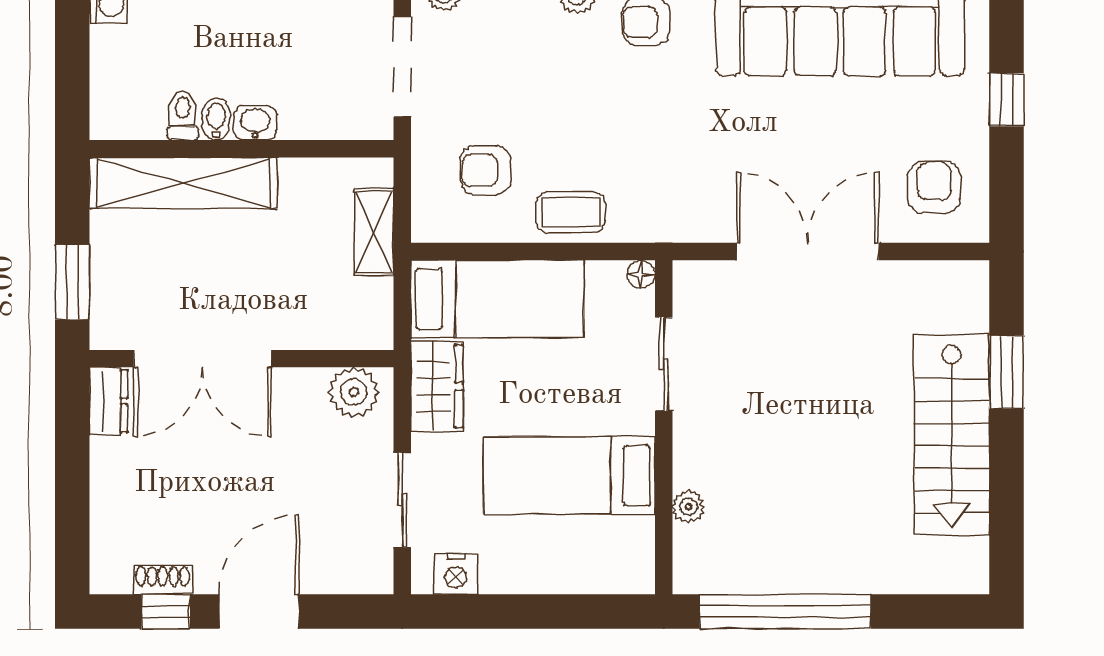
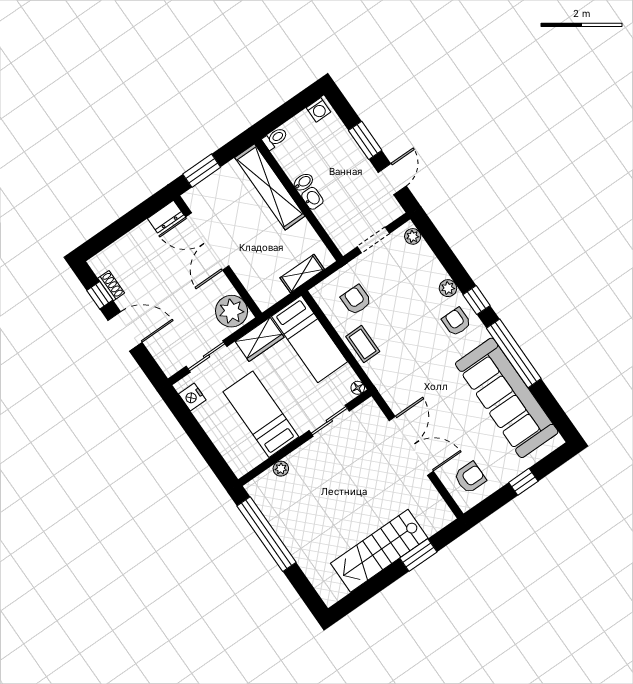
doorway: (402, 67) -> (373, 240), width x0.73
toilet: (183, 115) -> (275, 138), moved
plant: (354, 392) -> (232, 311), width x1.36, depth x1.36

